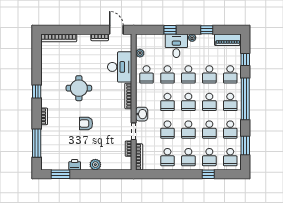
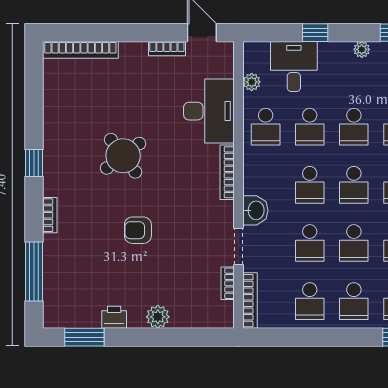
desk: (176, 46) -> (294, 66), moved
round table: (79, 88) -> (123, 156), turned -37

